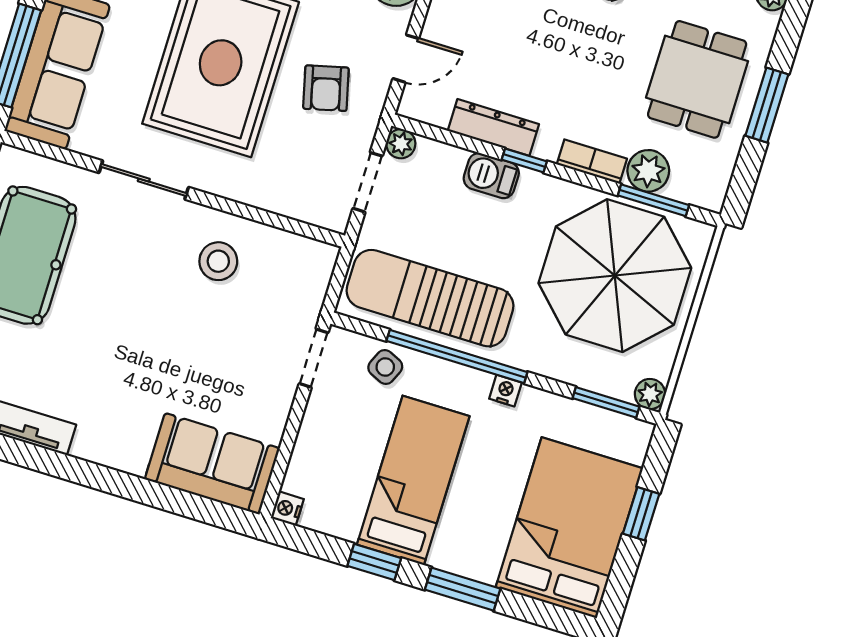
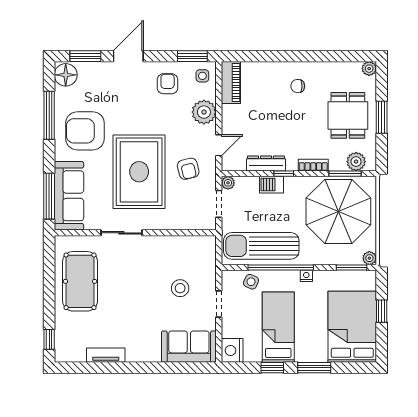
plant: (648, 171) -> (356, 162), moved
stool: (218, 261) -> (180, 288), moved
doorway: (314, 358) -> (219, 304), moved
nightstand: (287, 509) -> (232, 350), width x1.89, depth x1.79

